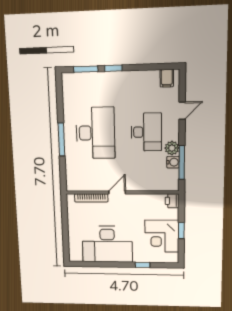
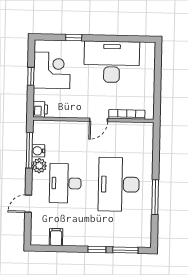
filing cabinet: (167, 78) -> (56, 237), moved
window: (61, 139) -> (155, 197), moved

